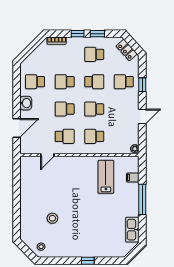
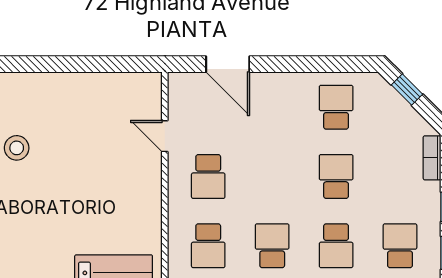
window: (27, 51) -> (407, 89), added
washbasin: (26, 103) -> (286, 86), removed
school desk: (65, 109) -> (272, 176), removed
school desk: (94, 136) -> (208, 246), turned 180

